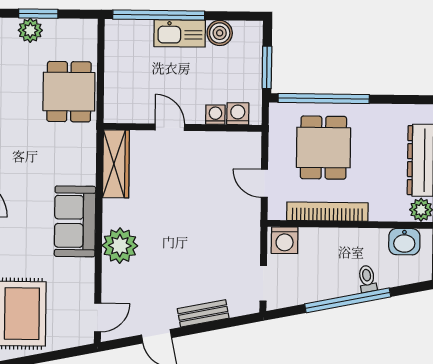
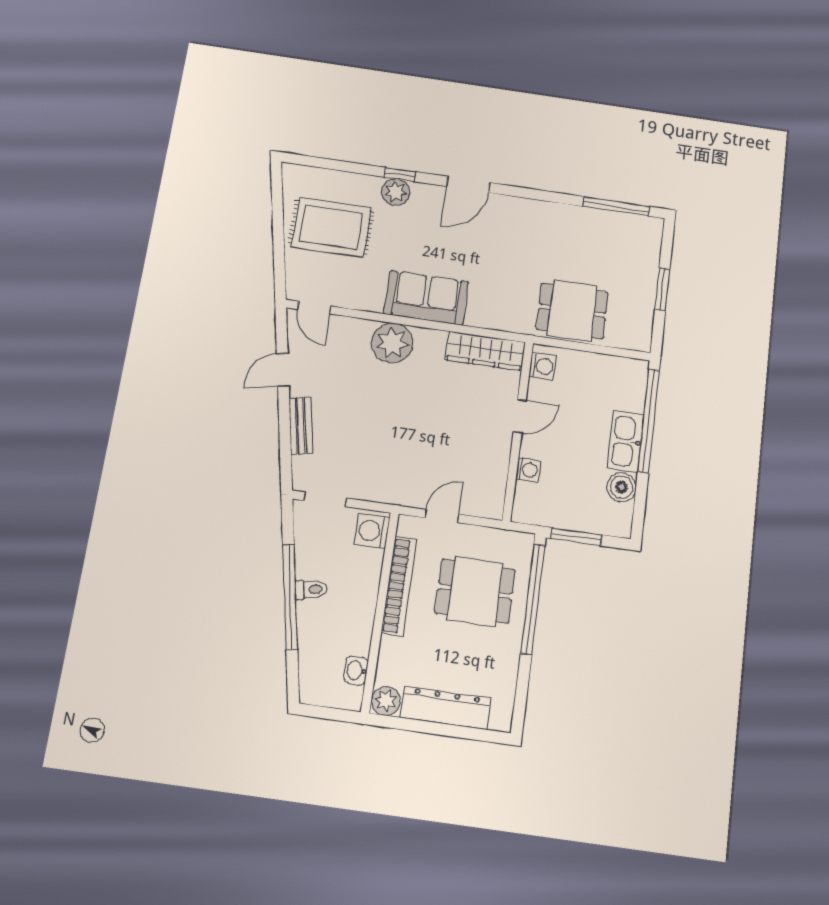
plant: (30, 30) -> (645, 278), removed
washing machine: (238, 114) -> (543, 366), moved
washbasin: (404, 242) -> (356, 670), width x0.72, depth x0.69
toilet: (367, 279) -> (311, 589), moved

